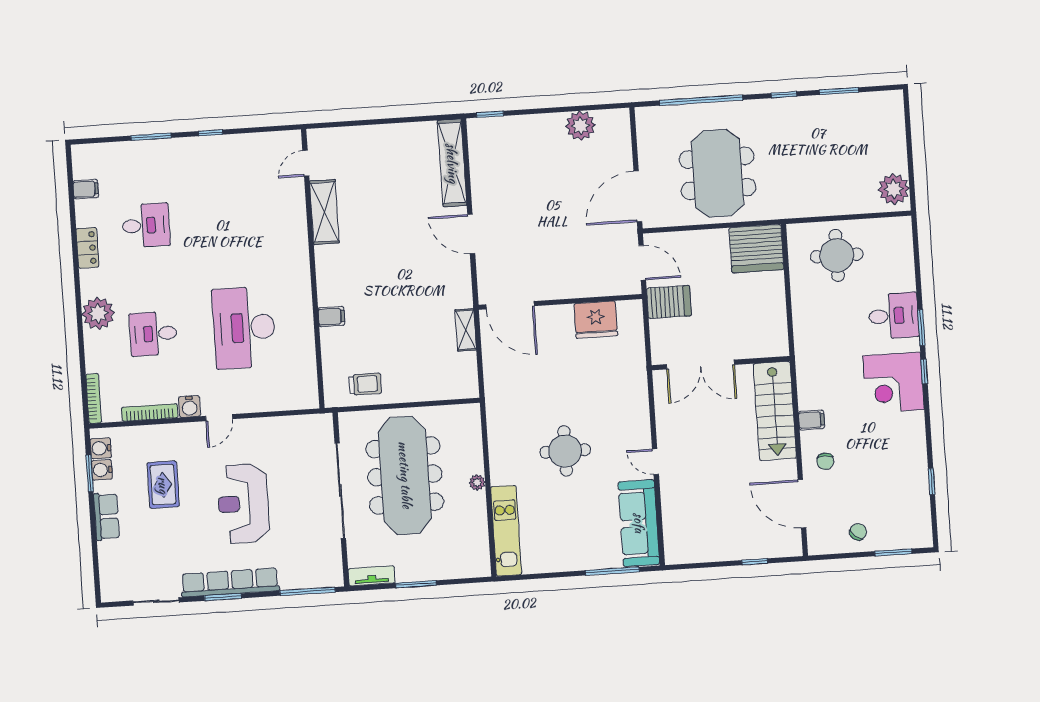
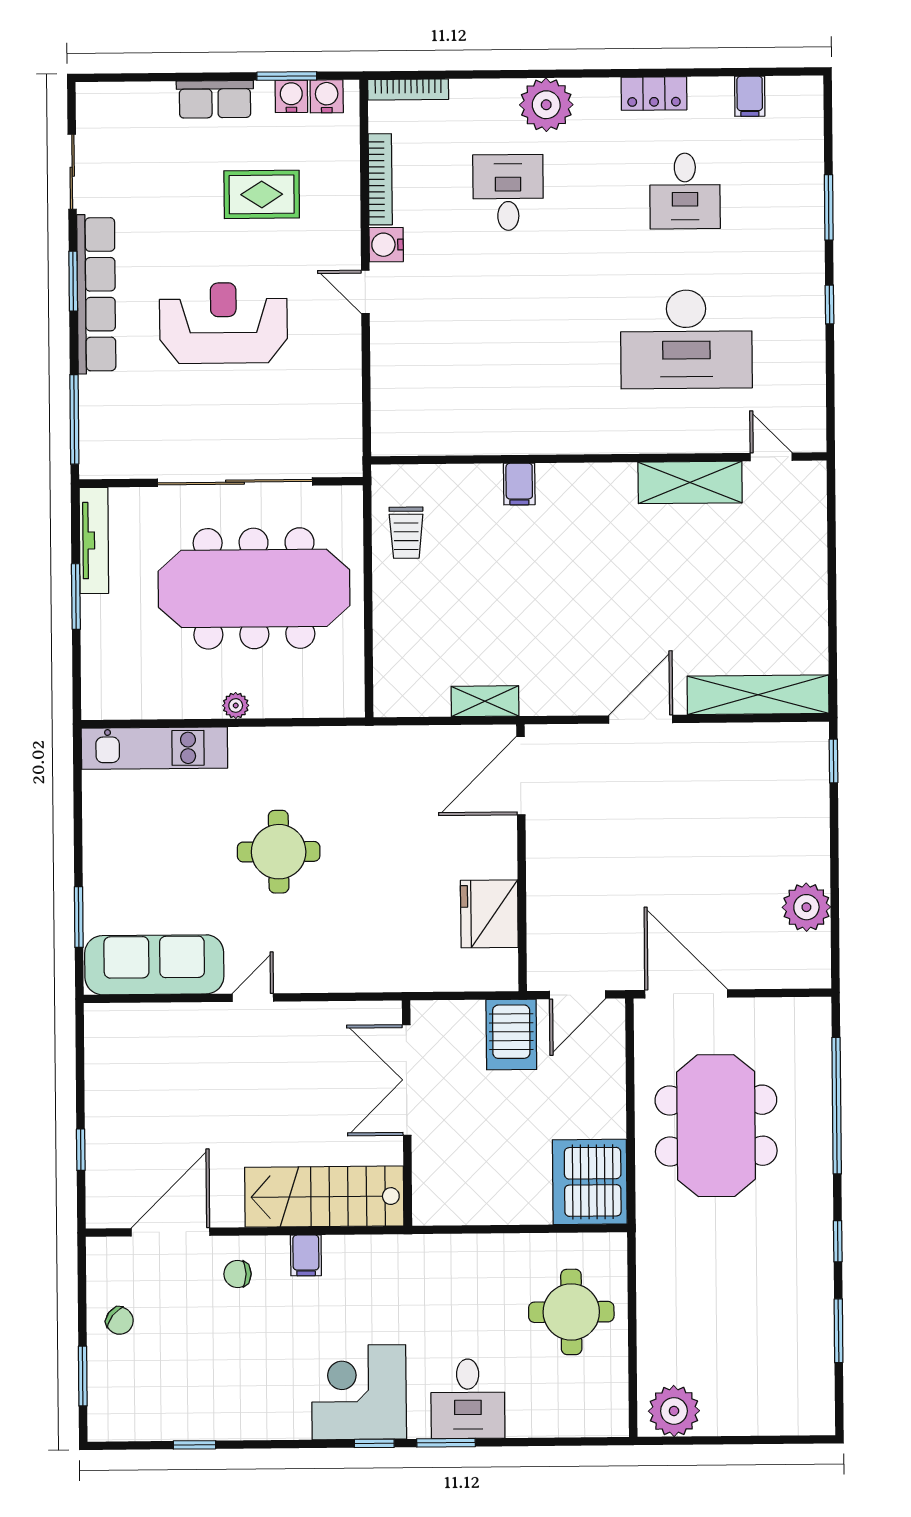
meeting table: (717, 173) -> (716, 1126), turned 90
desk: (244, 328) -> (686, 339), moved, turned 180
window: (612, 571) -> (79, 917), width x0.69
tv unit: (372, 576) -> (94, 540), width x1.41

